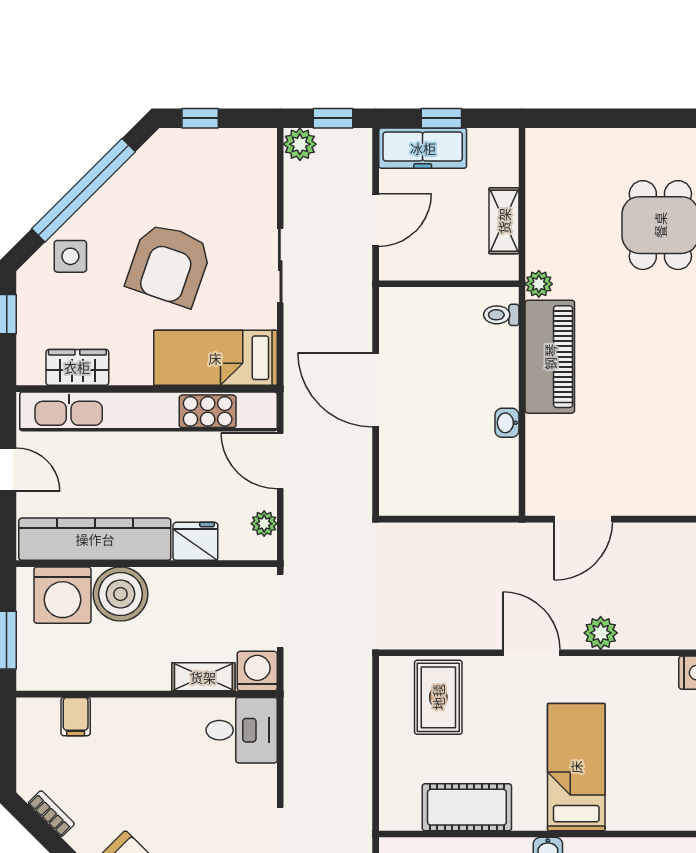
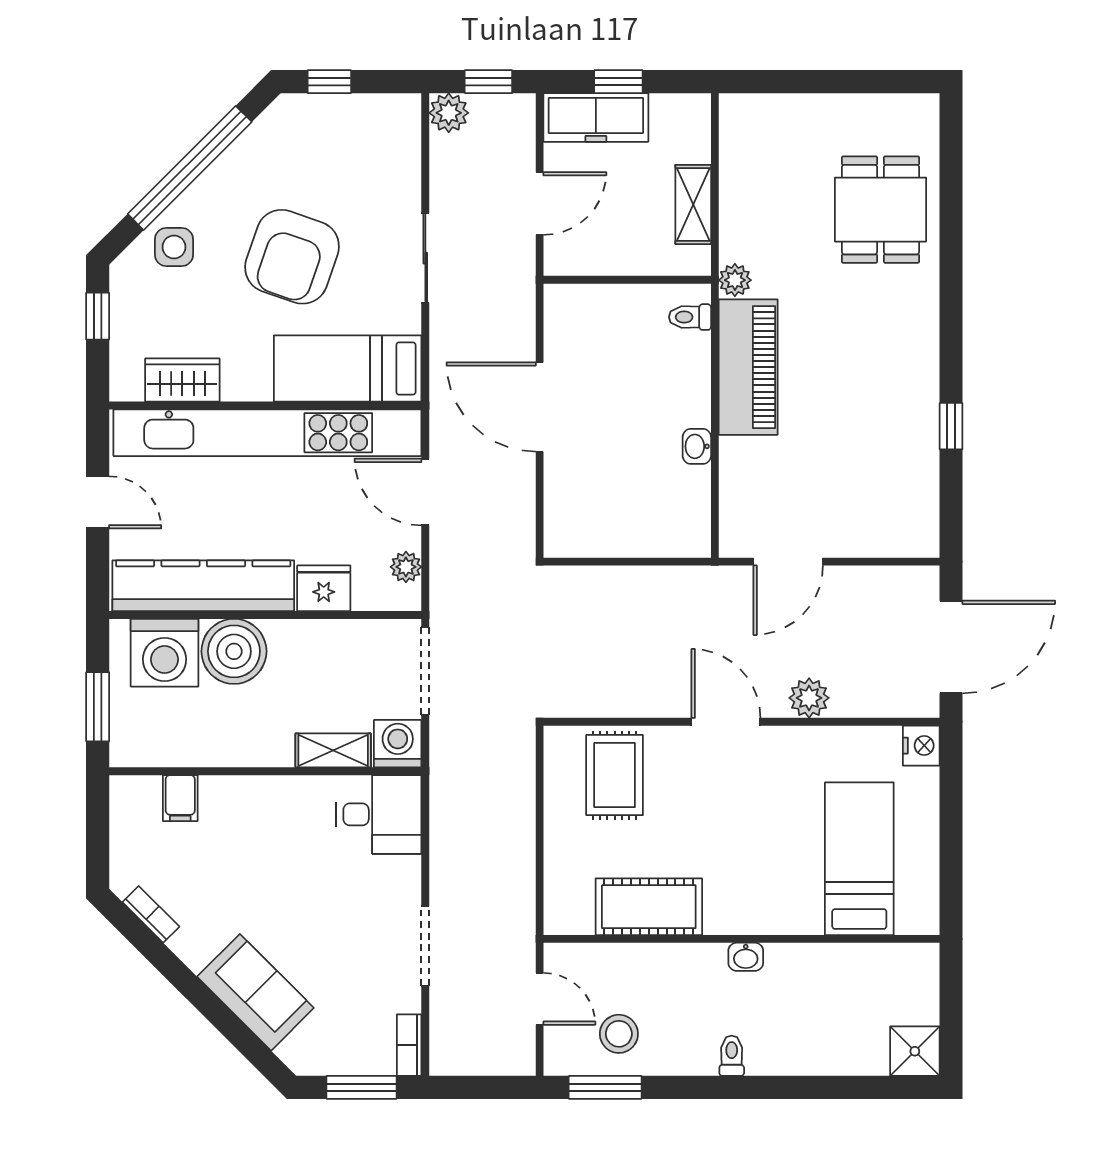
bed: (576, 767) -> (859, 859), moved

